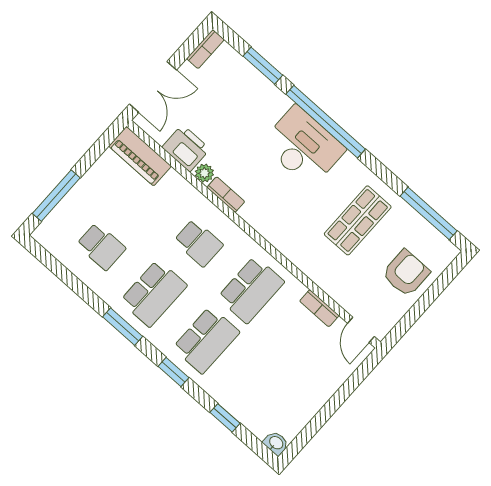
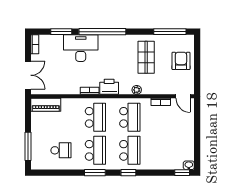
desk: (303, 147) -> (81, 48), moved
printer: (186, 148) -> (109, 87), moved
plant: (204, 173) -> (137, 90), moved
school desk: (199, 243) -> (95, 117), width x1.85
window: (225, 418) -> (182, 173), moved

